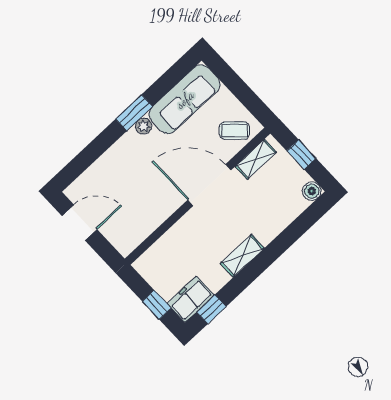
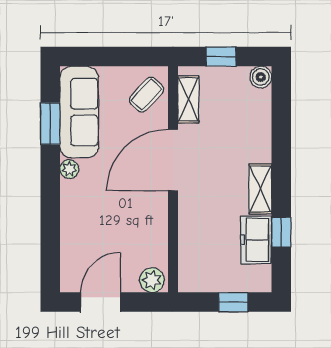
window: (134, 113) -> (50, 124), moved
plant: (123, 242) -> (152, 280), added
freezer: (191, 299) -> (256, 240), moved
window: (211, 309) -> (281, 232), moved

